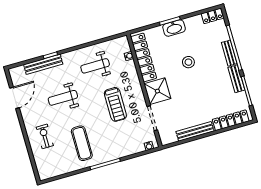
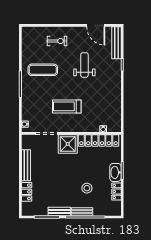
locker: (212, 16) -> (116, 191), moved
stool: (188, 62) -> (87, 188), moved
bench: (43, 64) -> (116, 43), moved
weight bench: (95, 66) -> (103, 99), removed
locker: (231, 120) -> (27, 192), width x0.66

